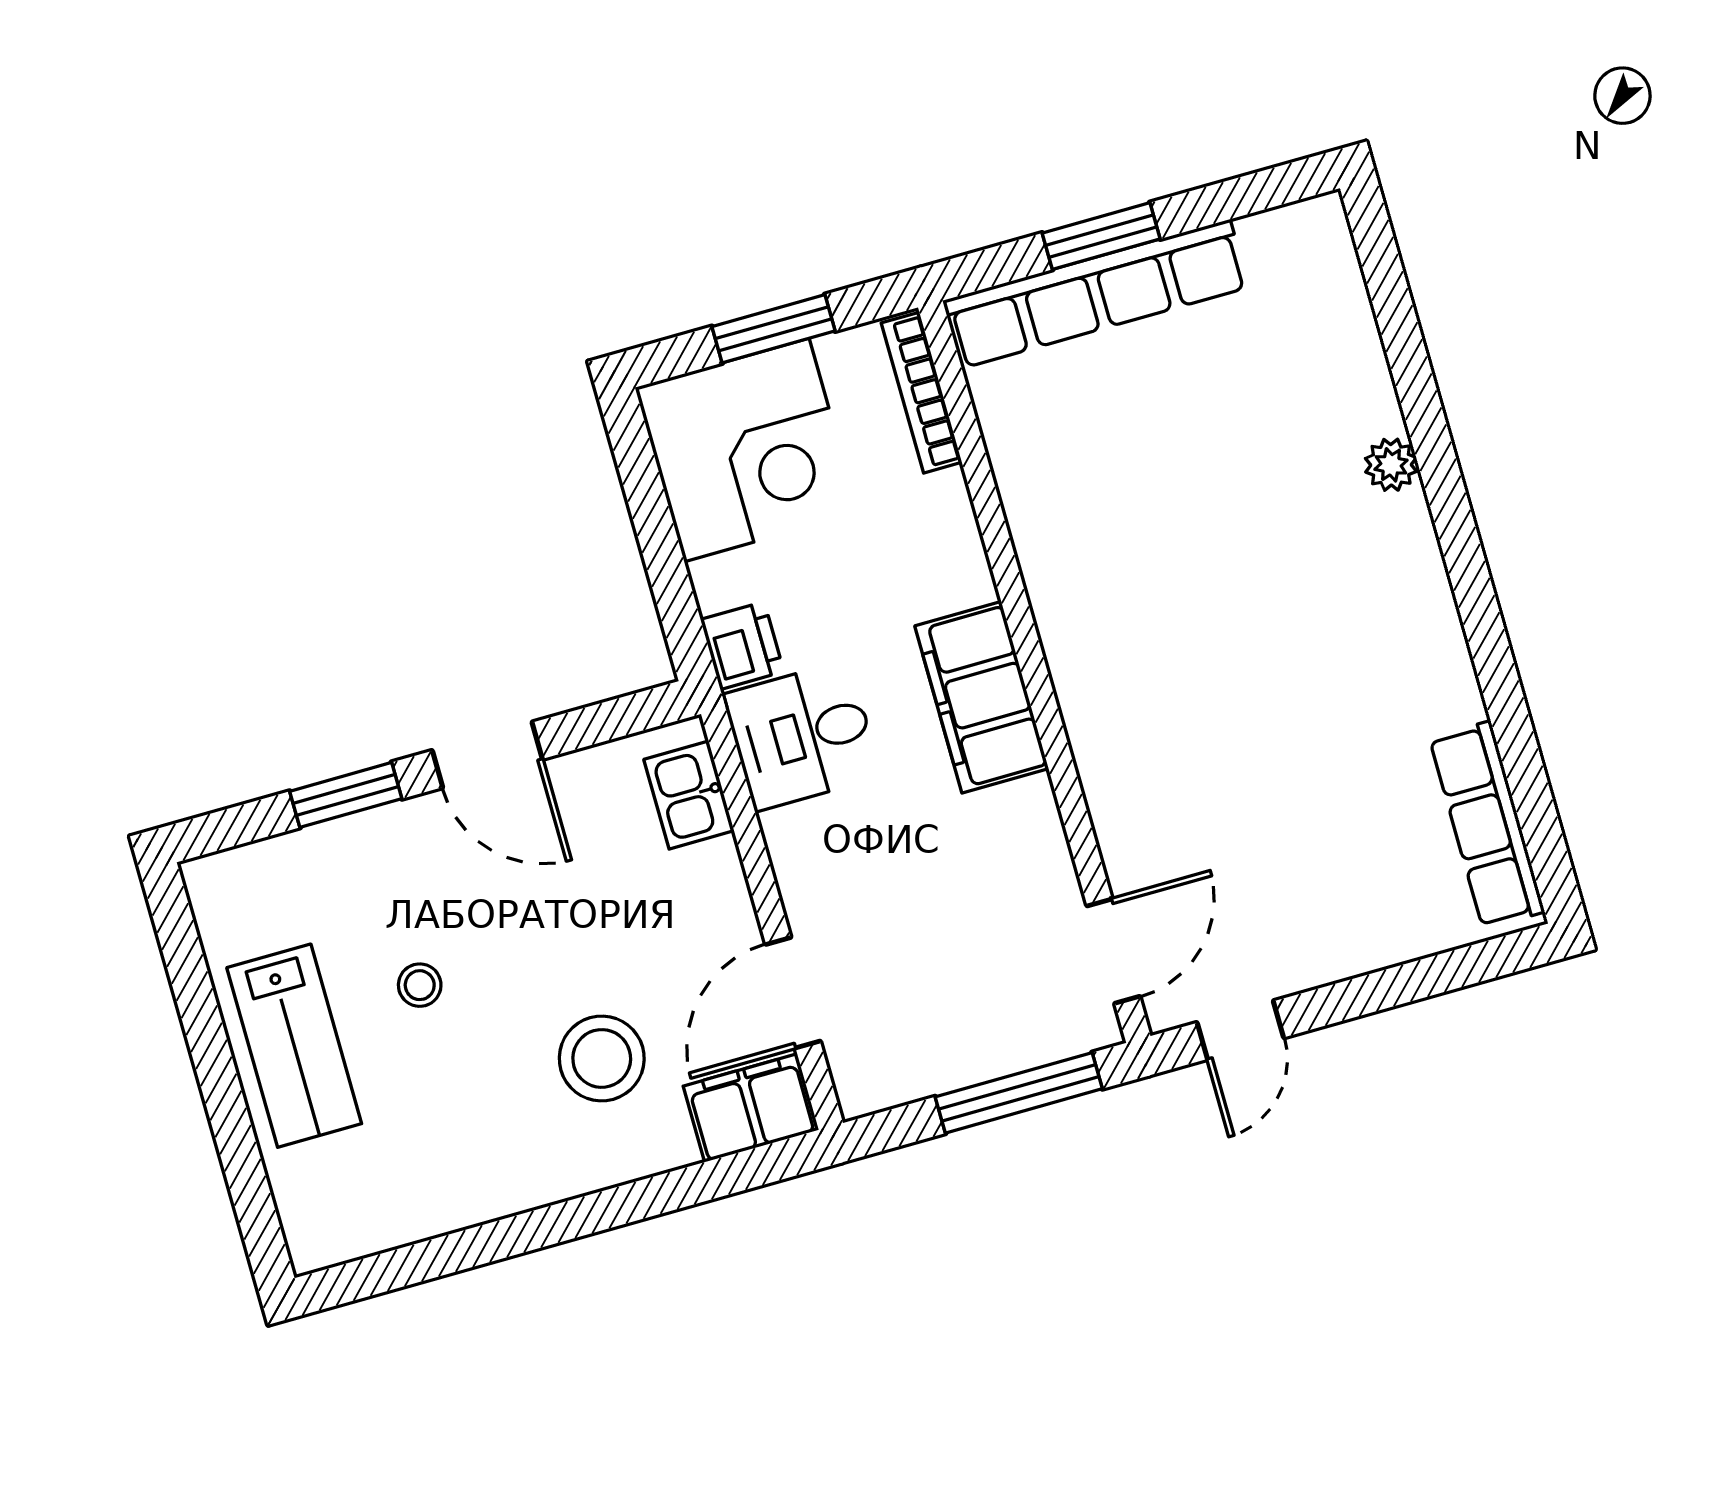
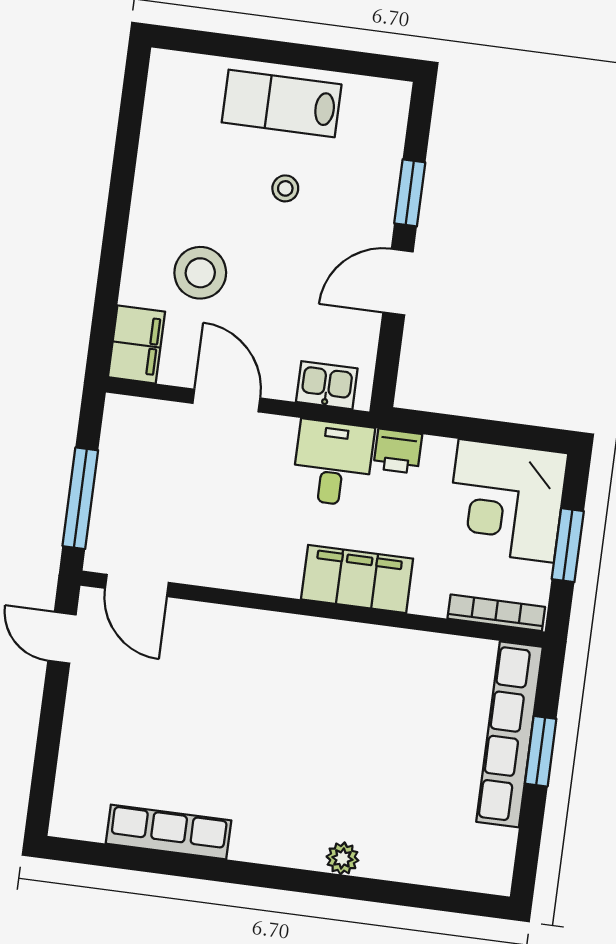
filing cabinet: (982, 697) -> (357, 579), moved
row of seats: (1487, 825) -> (169, 832), moved
door: (793, 993) -> (226, 401), moved

